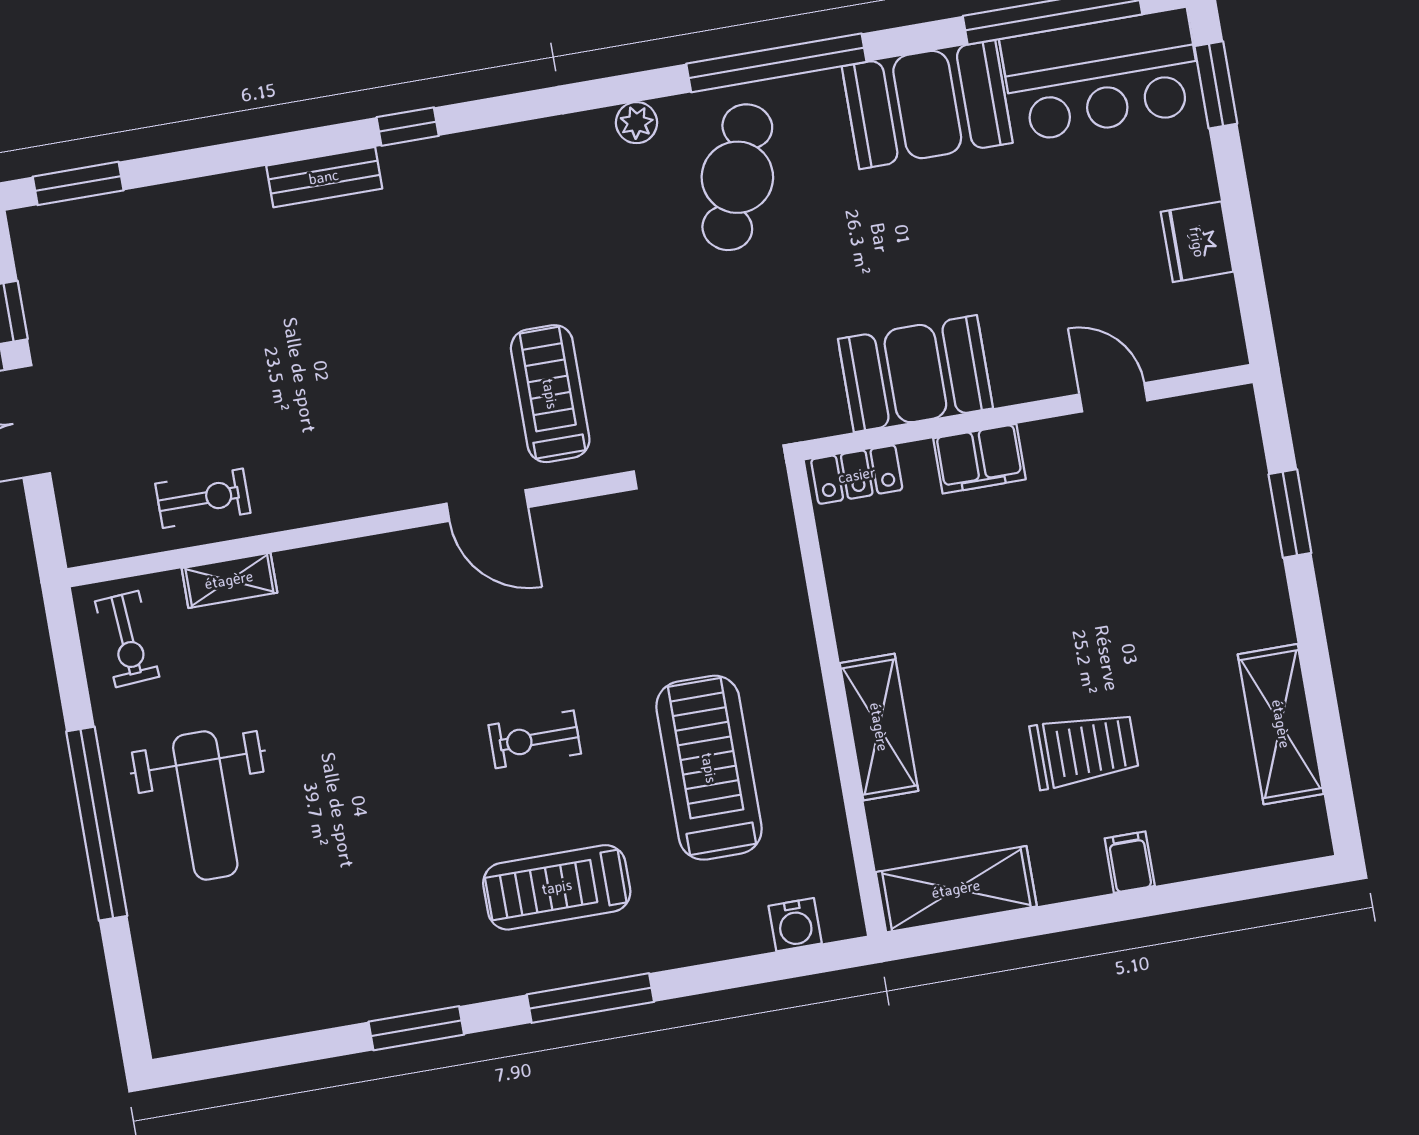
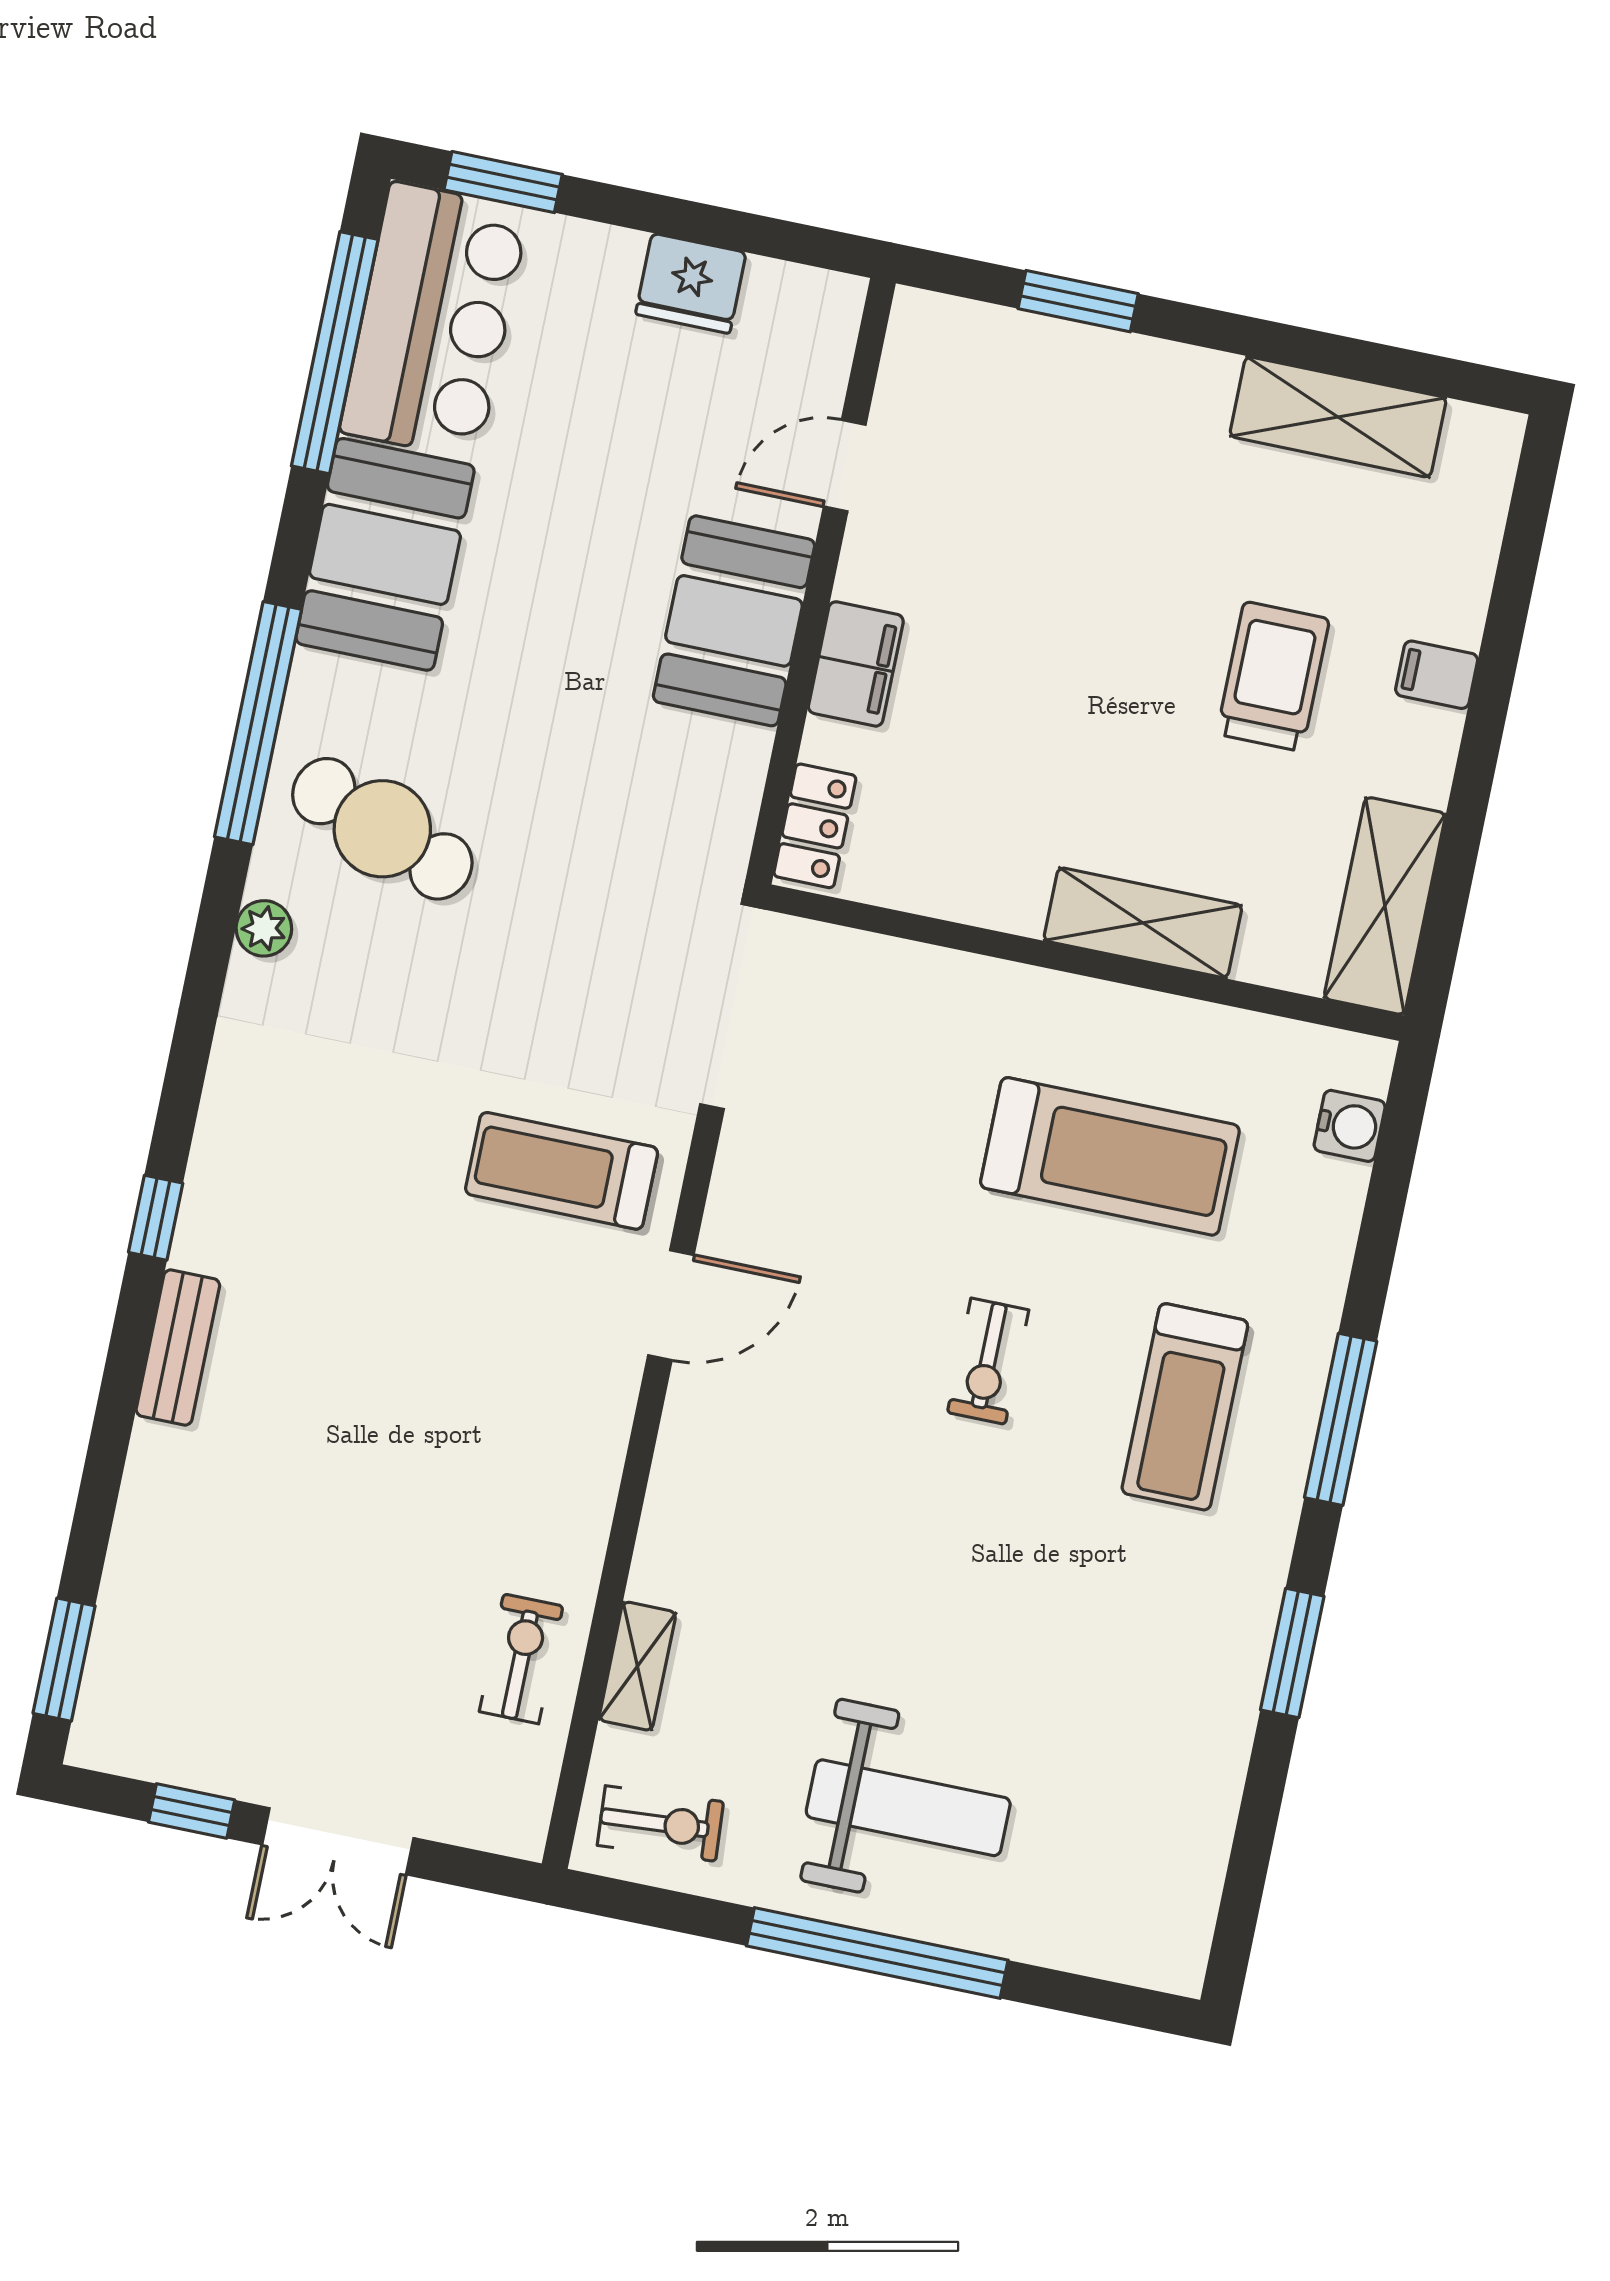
booth: (915, 374) -> (734, 621), moved
treadmill: (709, 768) -> (1110, 1156), turned 180

